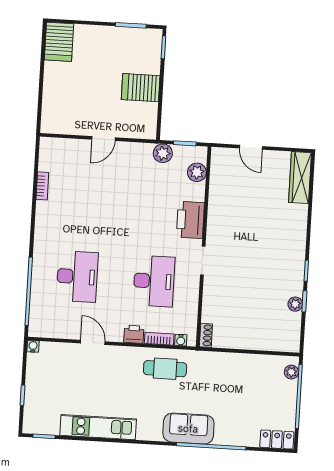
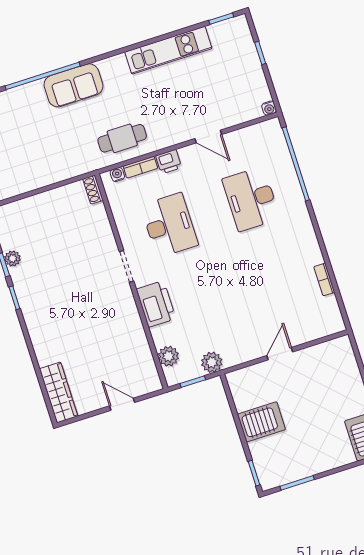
desk: (154, 281) -> (169, 225), turned 180

